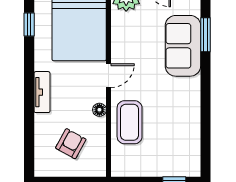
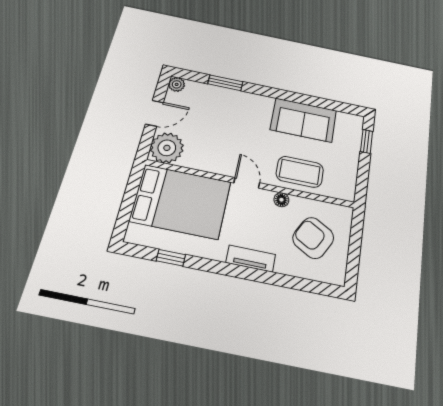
sofa: (183, 46) -> (304, 120), moved
armchair: (71, 144) -> (313, 238), width x1.38, depth x1.38

